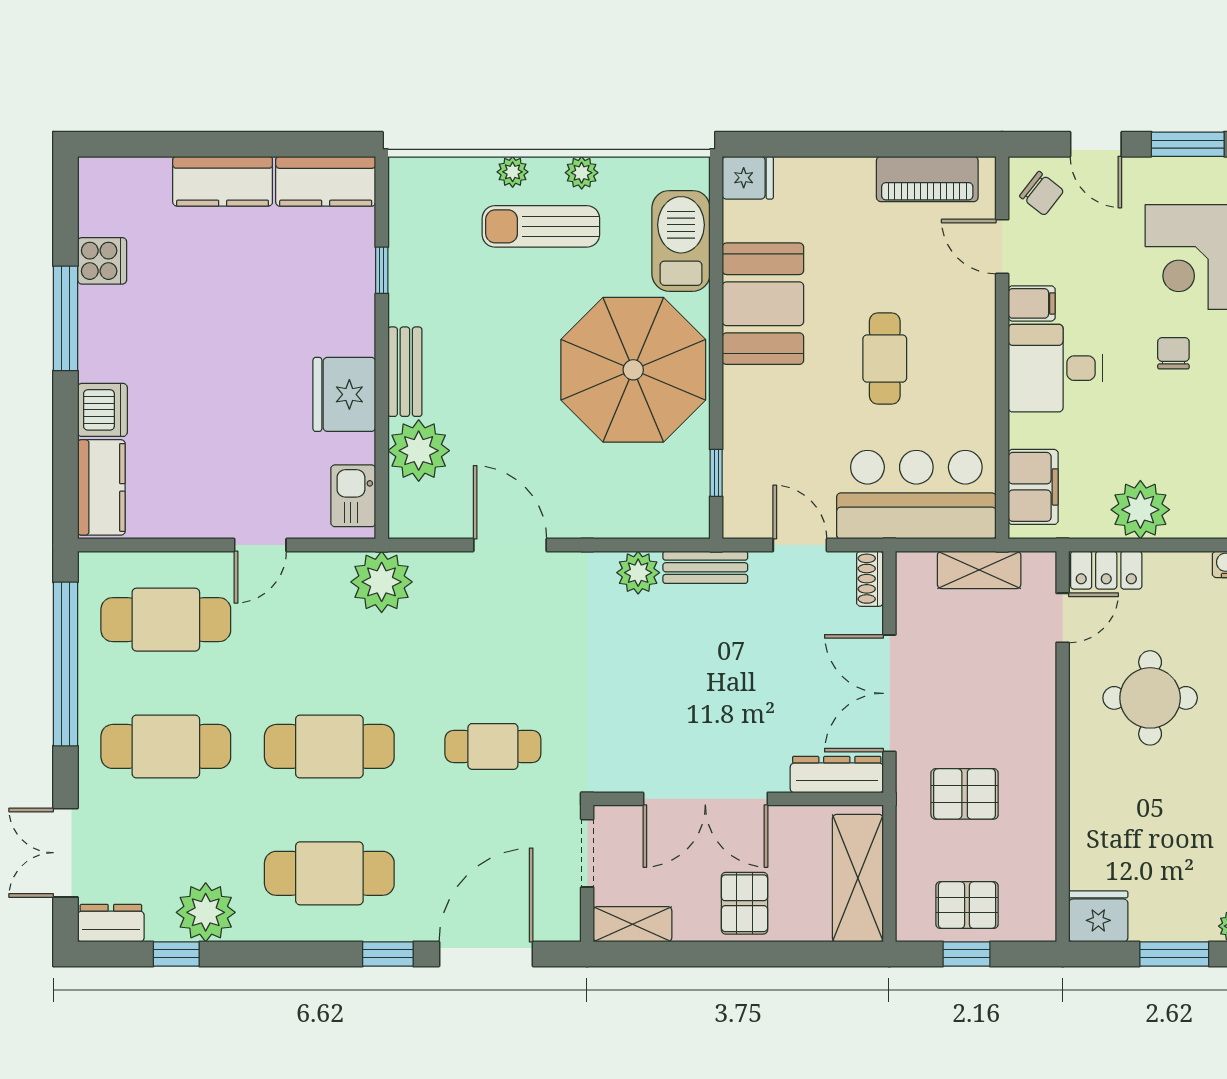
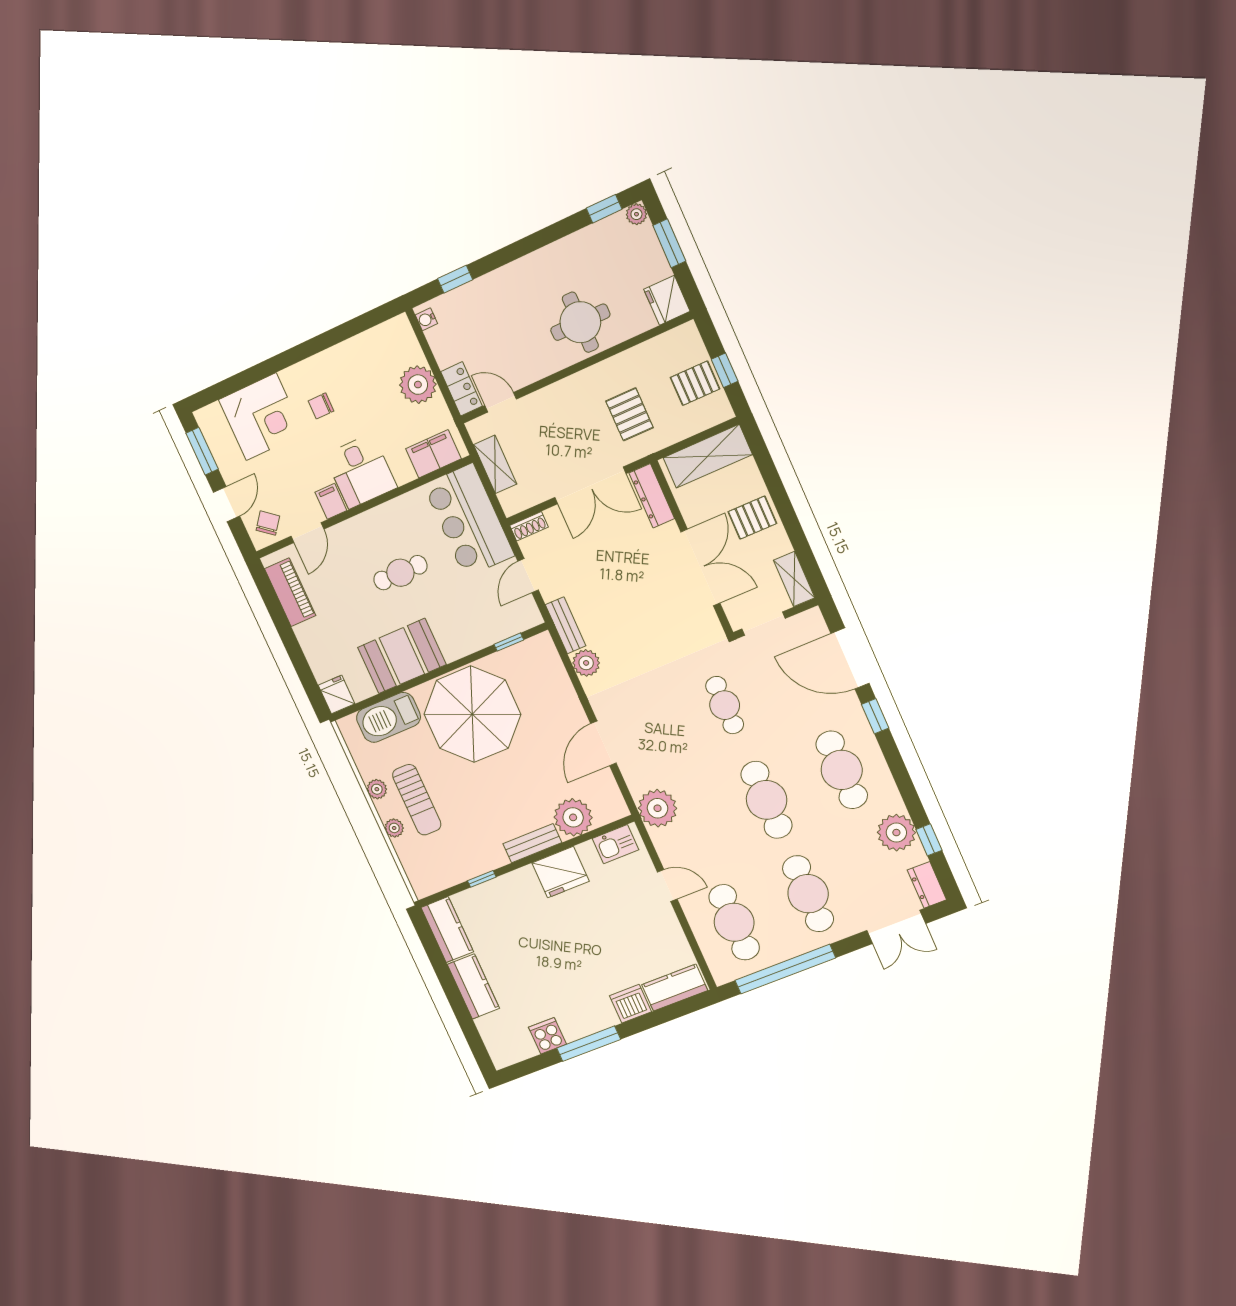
round table: (1150, 698) -> (580, 322), moved
pallet: (967, 905) -> (695, 383), turned 90

